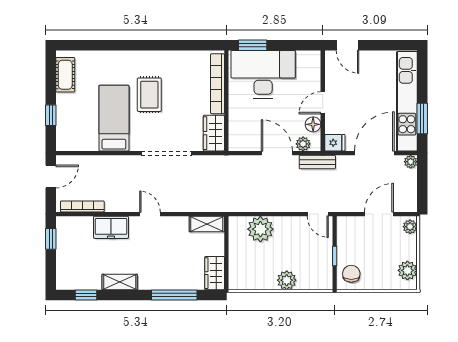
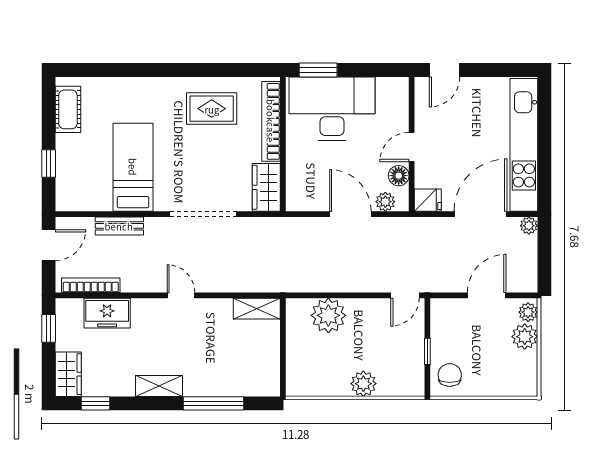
door: (347, 45) -> (445, 70), hinge flipped
rug: (149, 95) -> (212, 109), moved, turned 90
window: (422, 119) -> (544, 168), removed
bench: (317, 162) -> (119, 226), moved
door: (318, 214) -> (405, 295), hinge flipped
freezer: (111, 227) -> (107, 313), moved
plant: (407, 270) -> (525, 337), moved
wardrobe: (215, 273) -> (68, 374), moved, turned 180
shelving: (120, 282) -> (159, 386), moved

